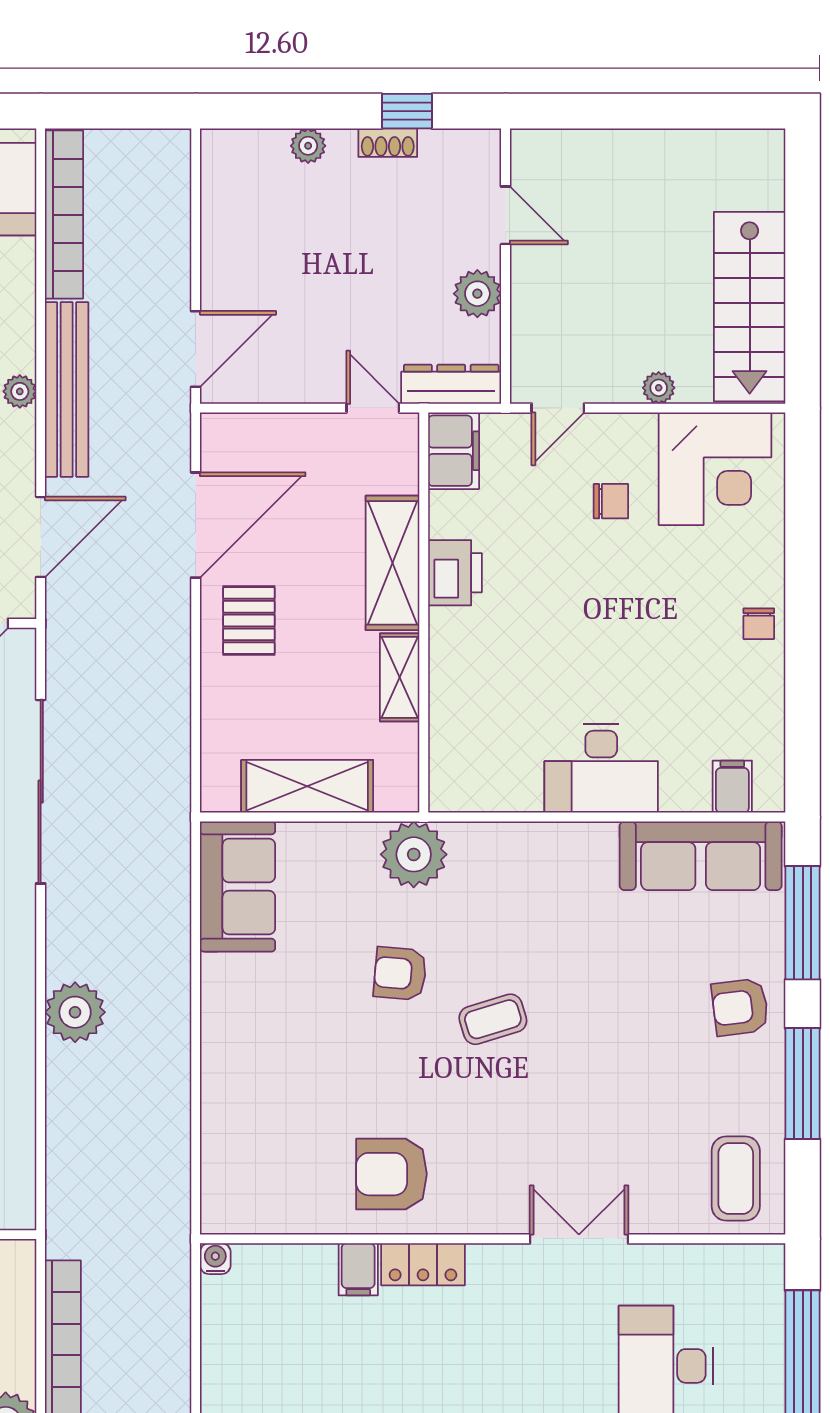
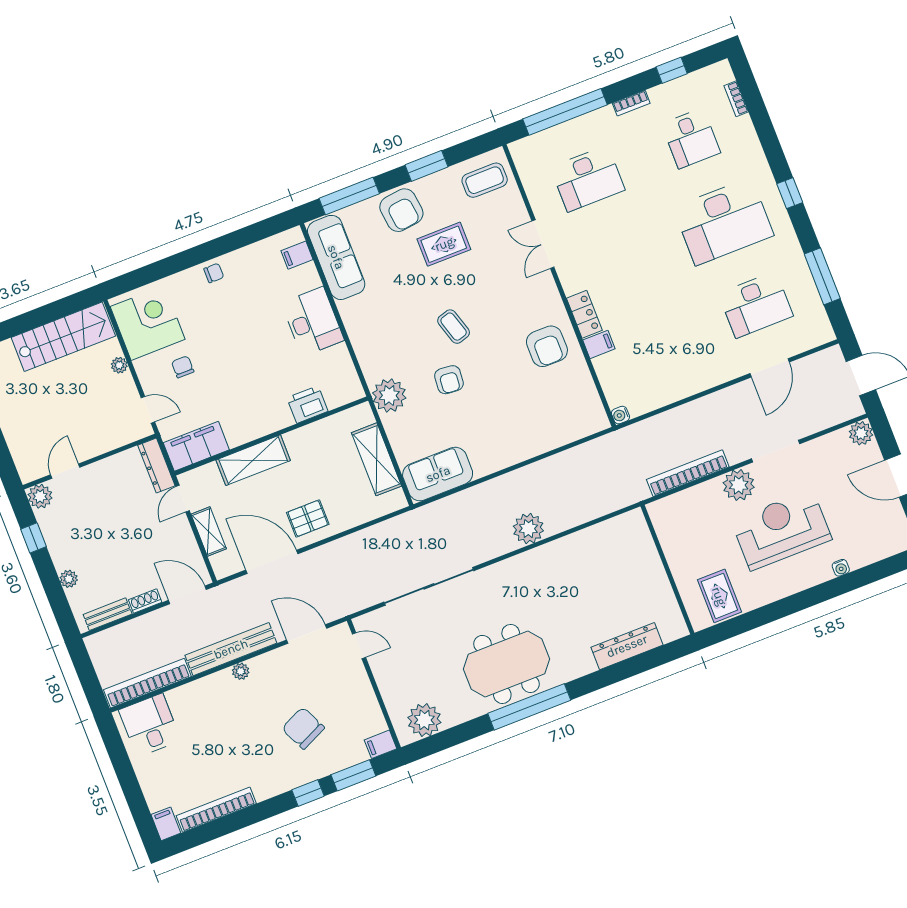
shoe rack: (388, 143) -> (145, 601), moved, turned -90
bench: (217, 191) -> (108, 614), added
plant: (477, 294) -> (40, 496), moved
filing cabinet: (454, 451) -> (196, 446), width x1.50, depth x1.17
printer: (455, 573) -> (307, 405), moved
shelving: (400, 677) -> (209, 532), moved, turned 90
armchair: (740, 1007) -> (401, 210), width x1.38, depth x1.38
rug: (649, 1060) -> (444, 244), added
window: (803, 1084) -> (426, 166), width x0.69

